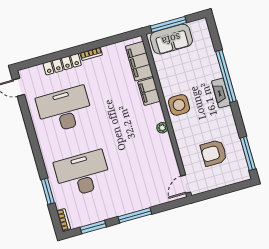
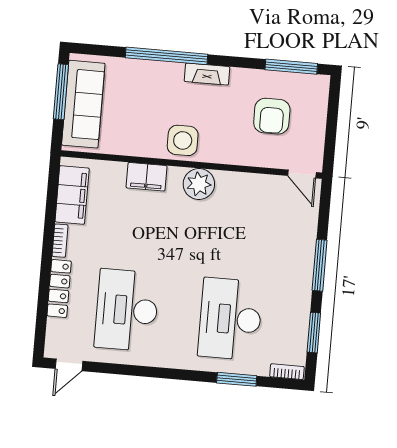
window: (168, 24) -> (61, 92), moved
sofa: (171, 39) -> (83, 104), width x1.36
filing cabinet: (139, 61) -> (72, 195), moved, turned -90
fireplace: (221, 93) -> (207, 74), moved
plant: (162, 128) -> (199, 184), width x1.88, depth x1.88

